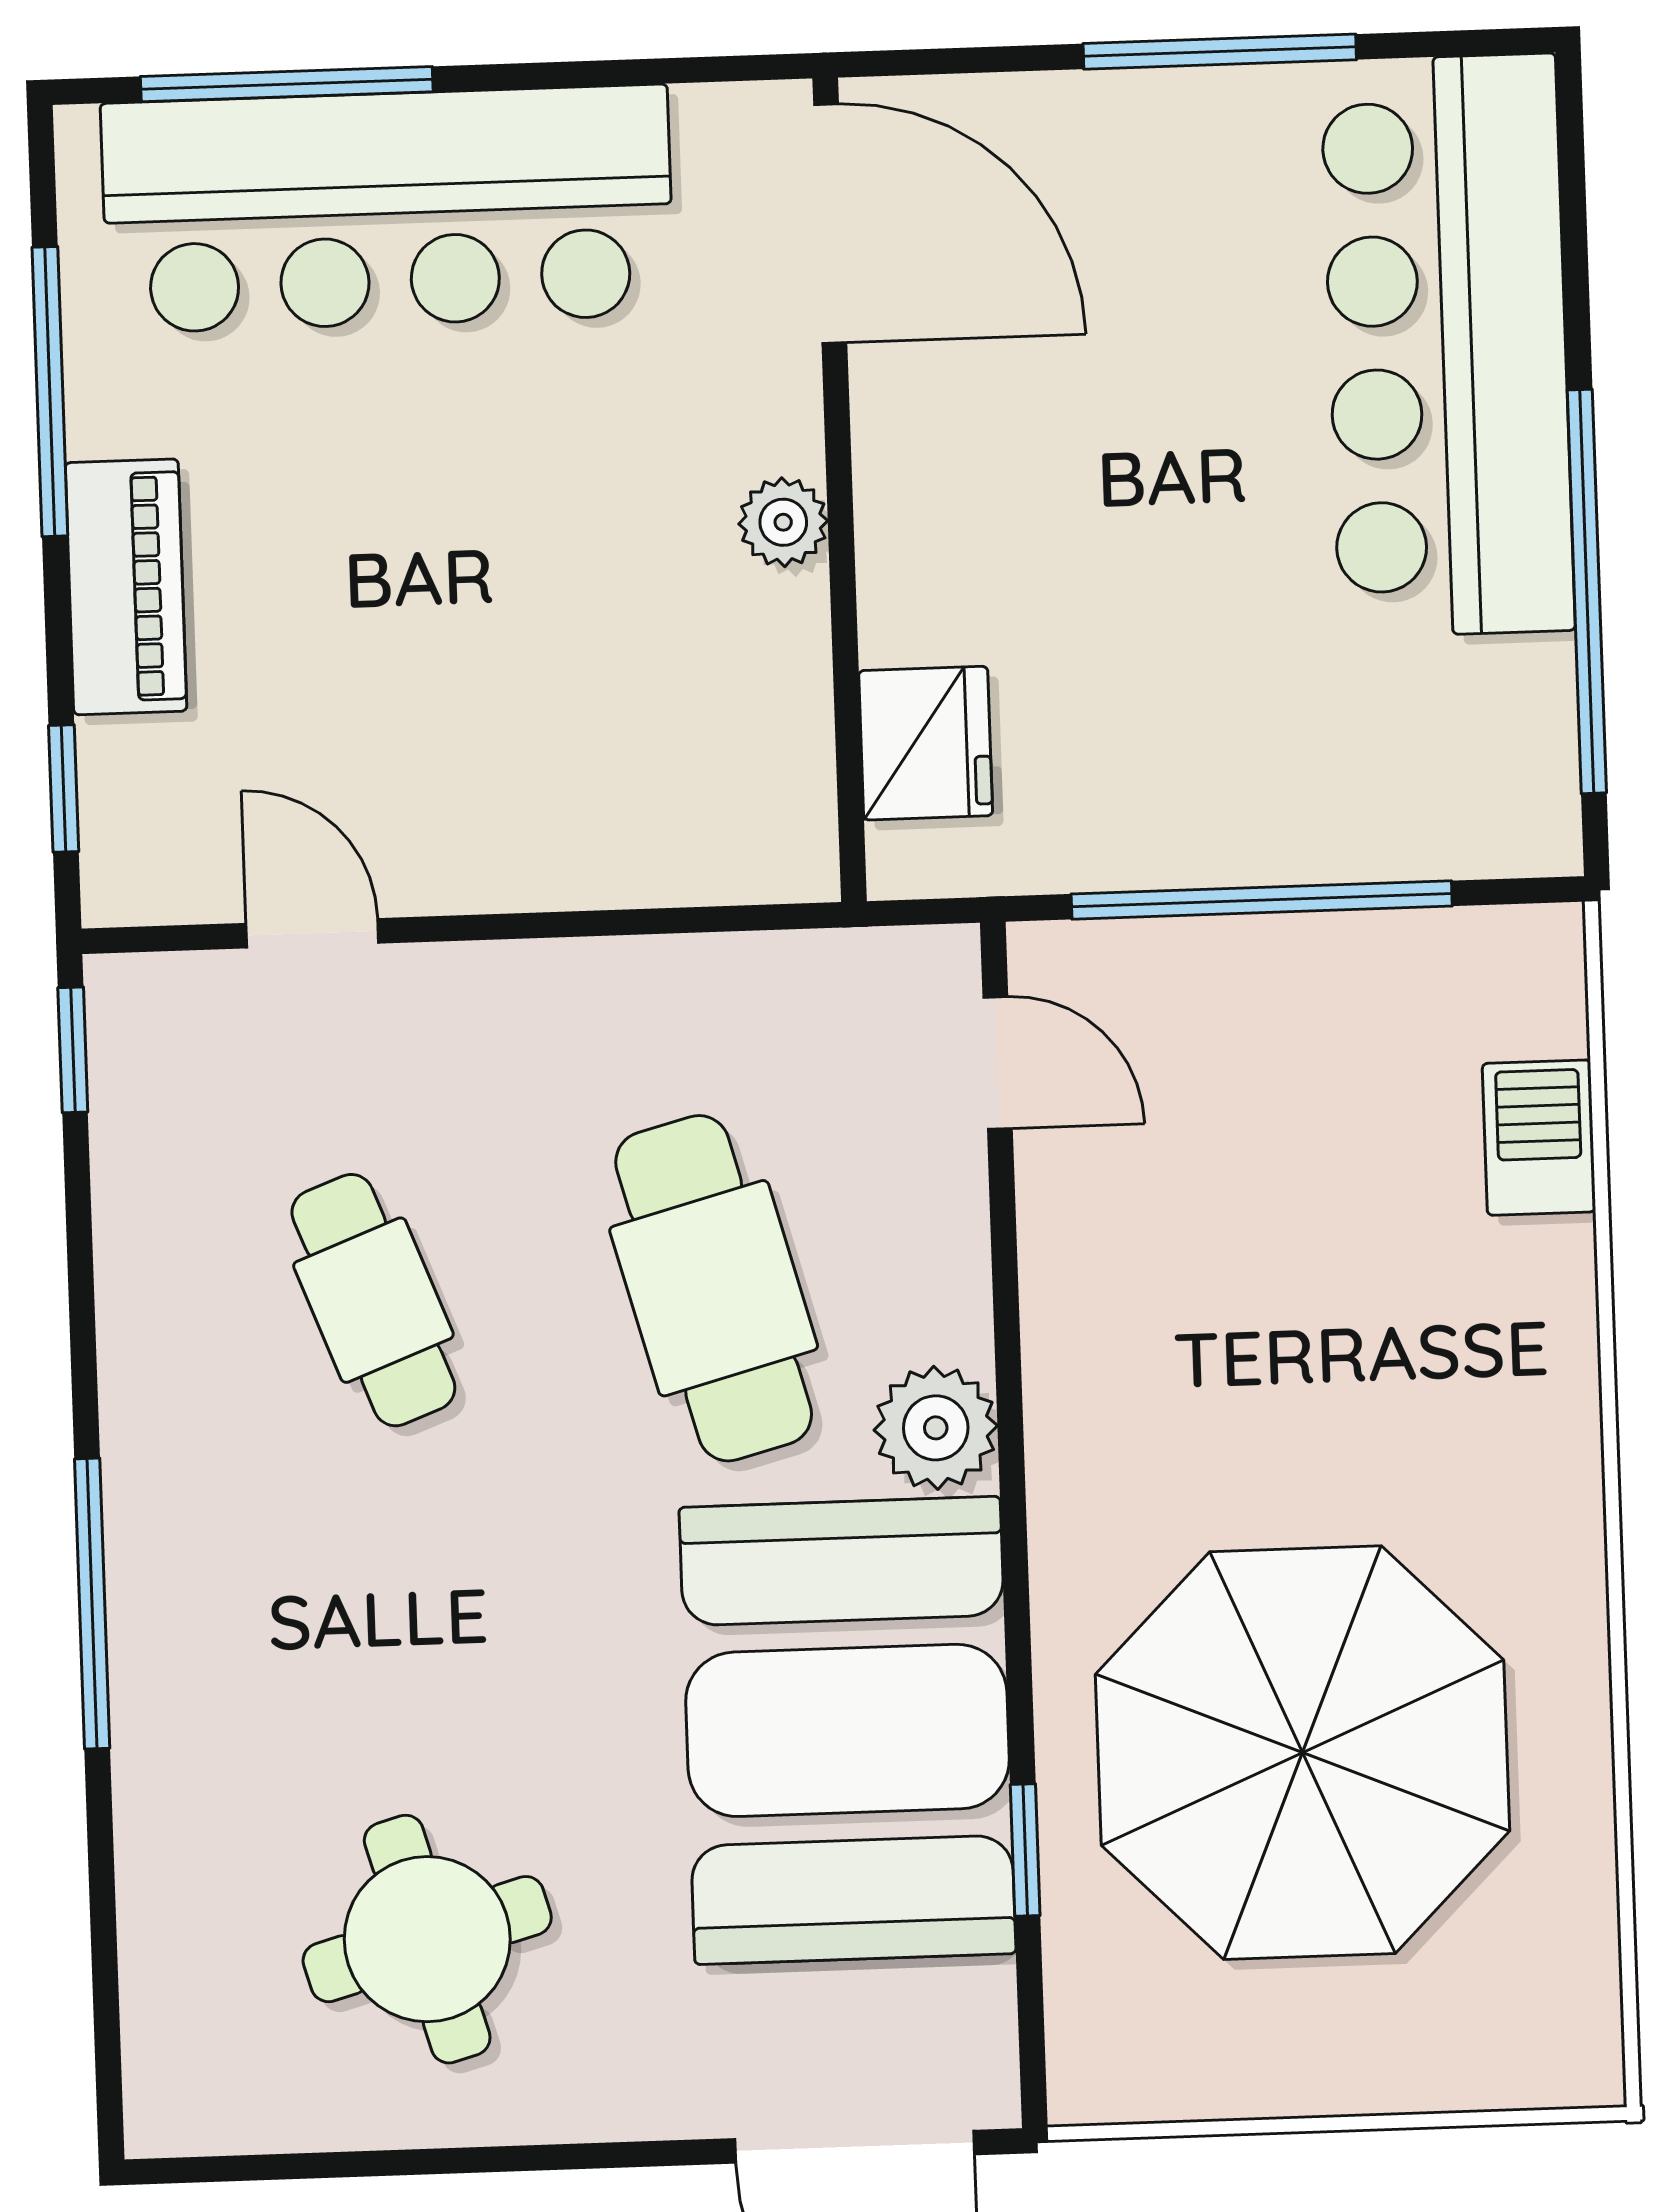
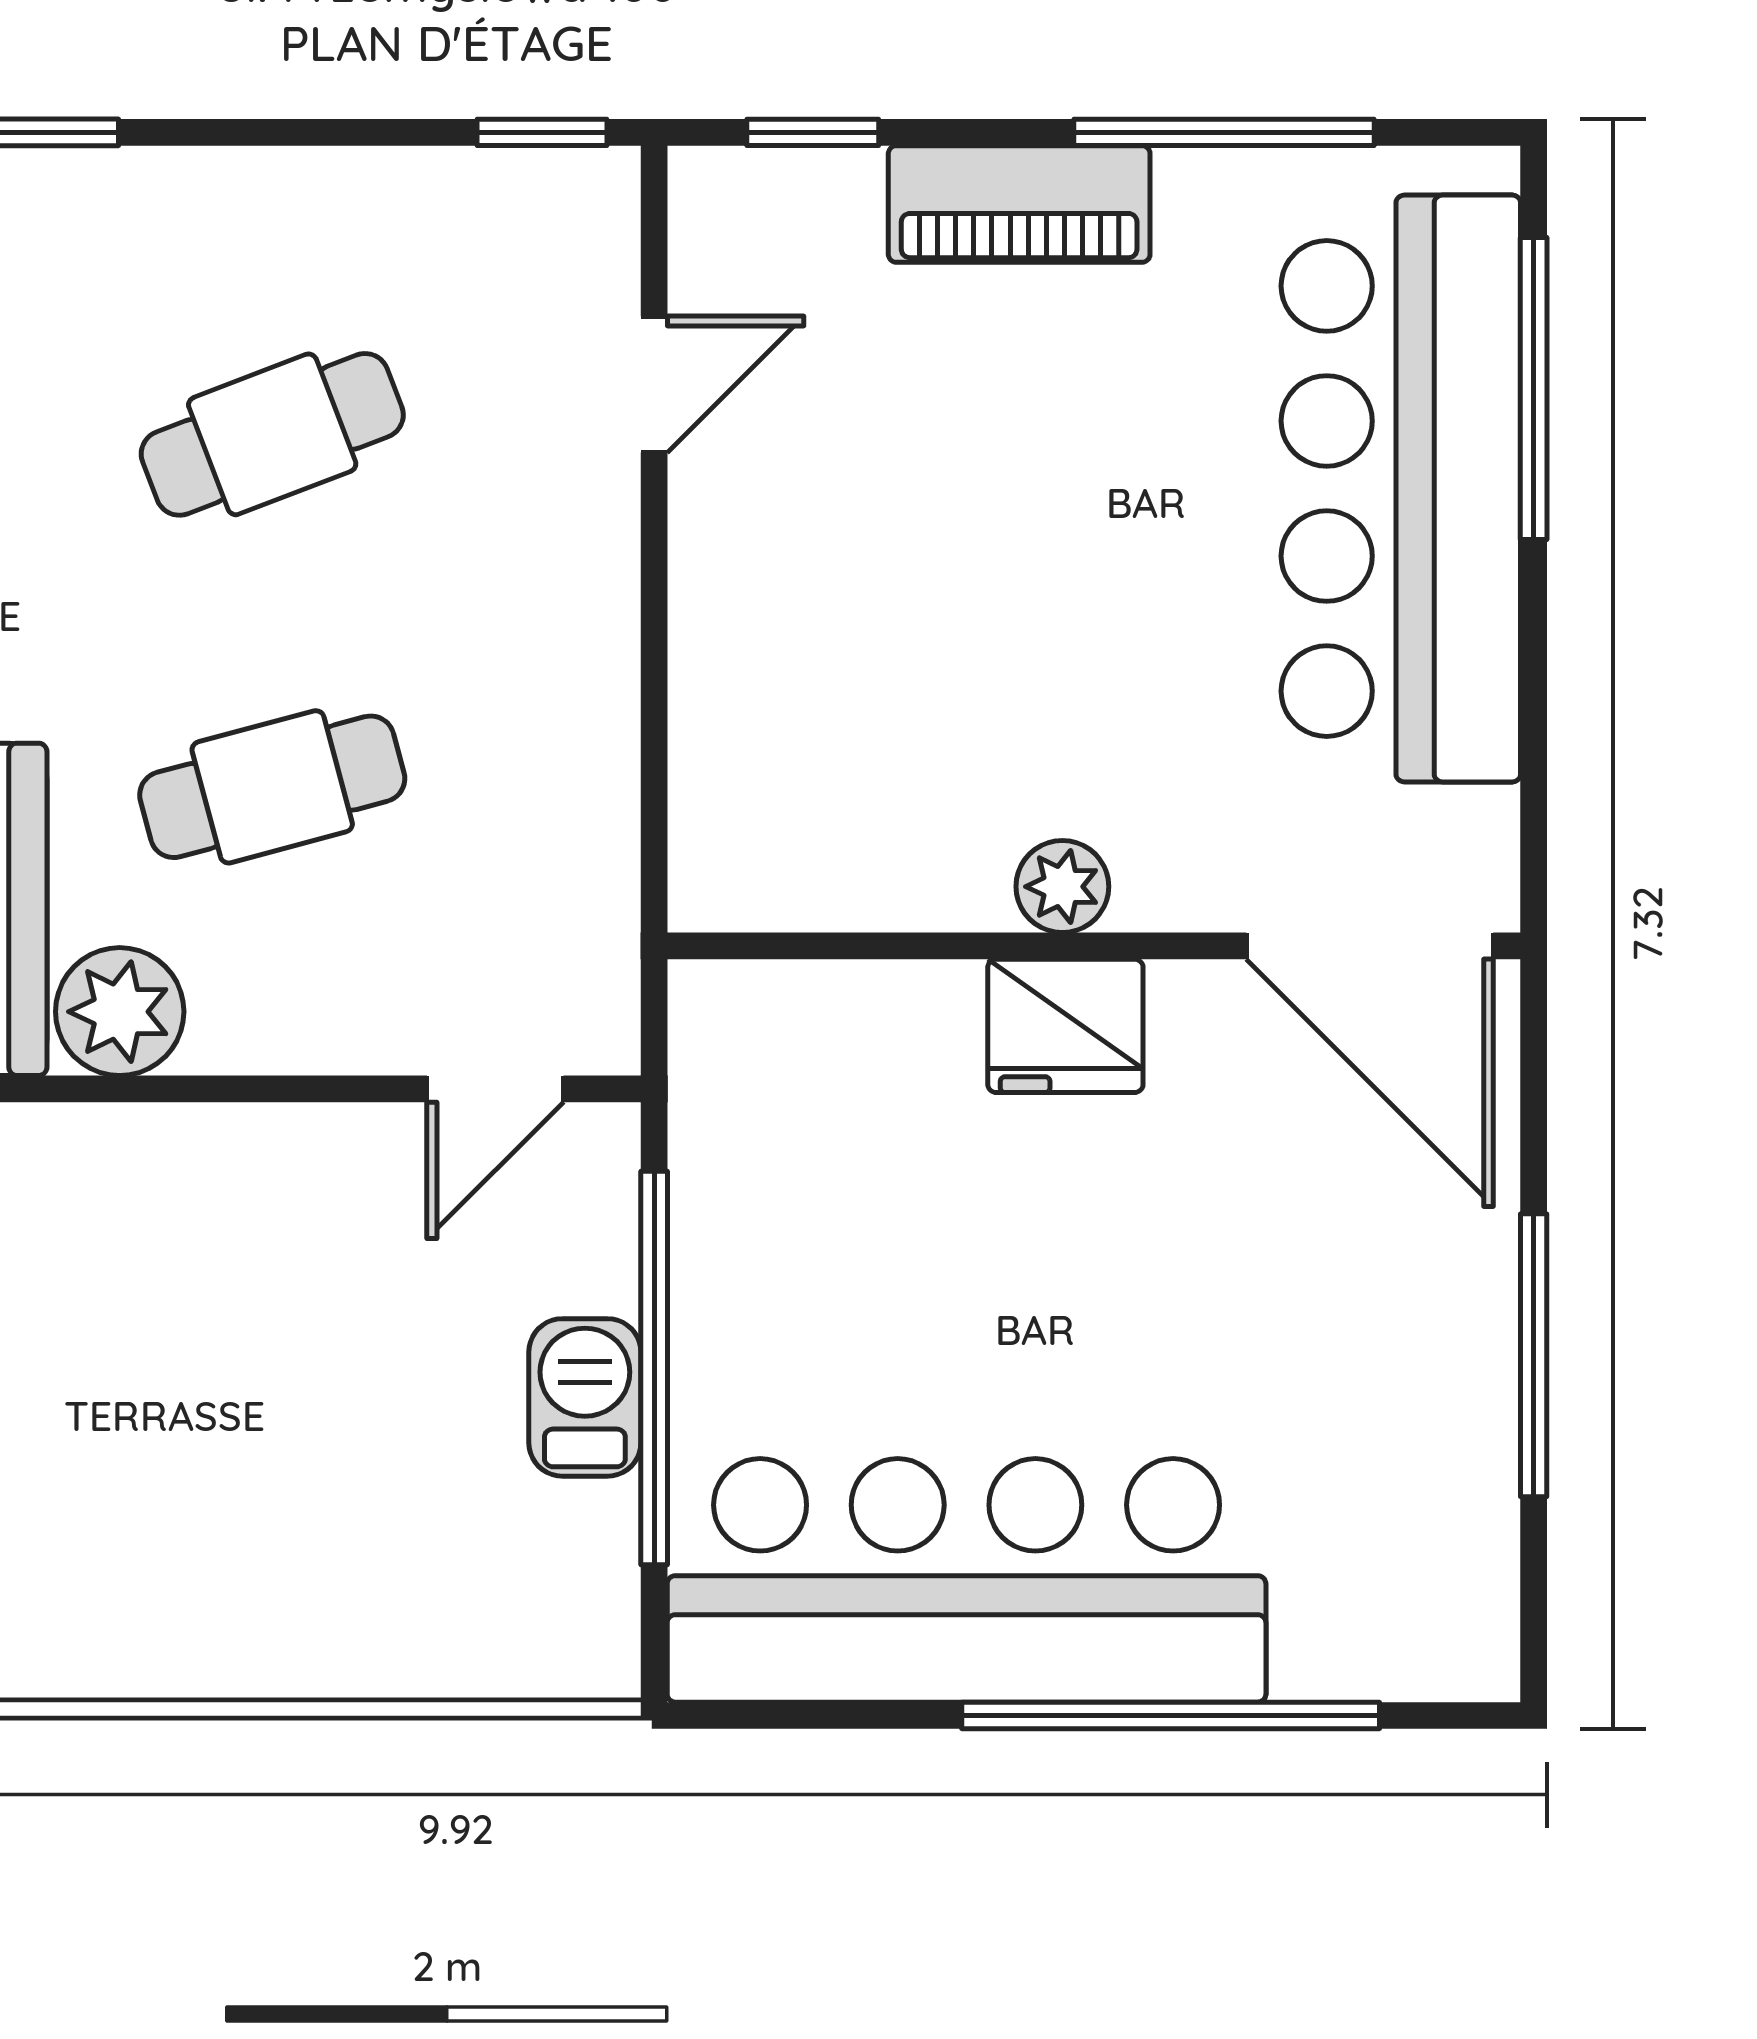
door: (830, 223) -> (1370, 946), hinge flipped
bar counter: (1448, 346) -> (967, 1580), moved
window: (1587, 591) -> (1171, 1716), moved
fridge: (926, 743) -> (1065, 1026), moved
barbecue: (1539, 1138) -> (585, 1397), moved, turned -90
cafe table: (714, 1288) -> (272, 787), width x0.73, depth x0.74

